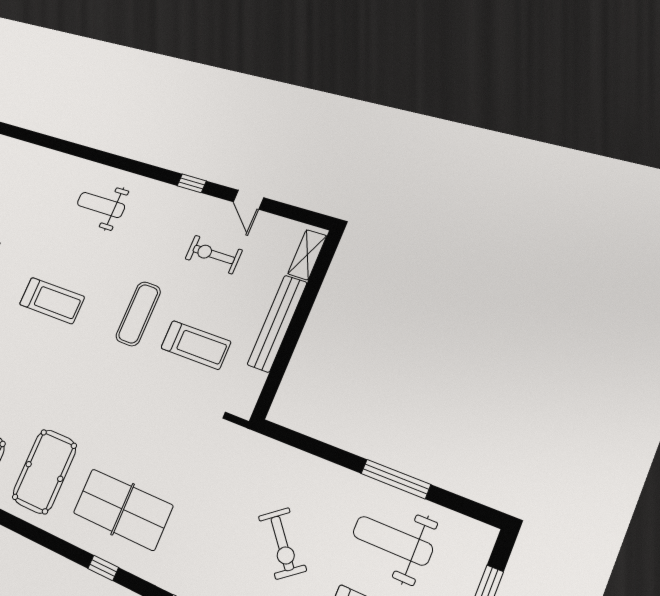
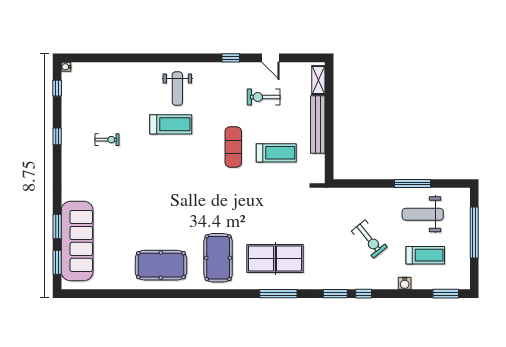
weight bench: (101, 205) -> (177, 89), turned -90
treadmill: (52, 301) -> (171, 124), moved
window: (103, 568) -> (278, 294), width x2.17

